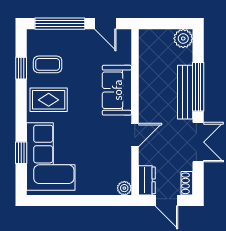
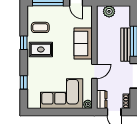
plant: (183, 38) -> (109, 11), moved
window: (21, 68) -> (24, 43), moved
corner sofa: (51, 157) -> (62, 94), moved, turned -90

